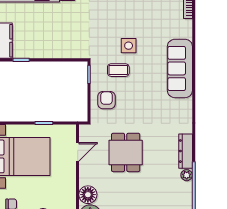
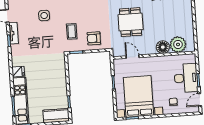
side table: (129, 46) -> (44, 16), moved
dining table: (126, 152) -> (131, 22), turned 90

